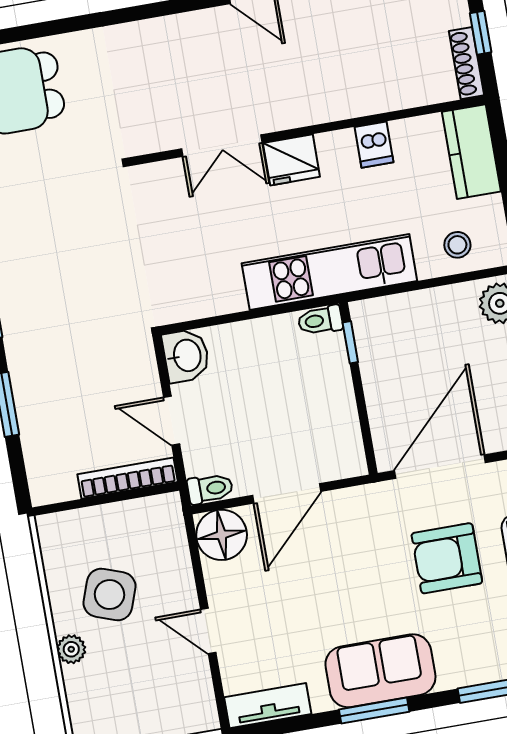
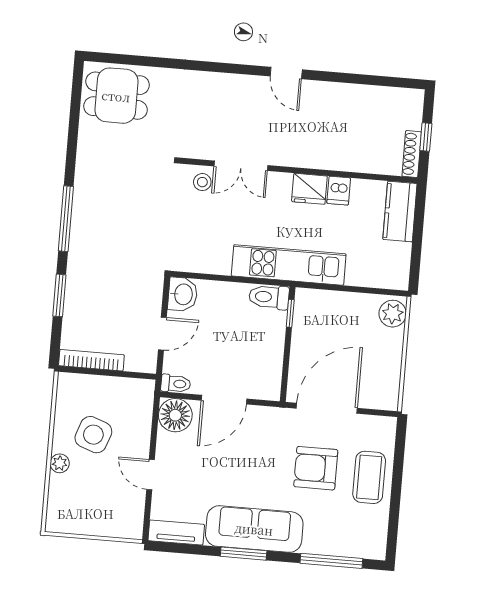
fridge: (291, 160) -> (309, 189), moved
stool: (457, 245) -> (202, 182), moved
toilet: (320, 320) -> (269, 297), width x1.37, depth x1.39
door: (172, 421) -> (162, 334), swing flipped
bookcase: (128, 478) -> (91, 360), moved
sofa: (380, 671) -> (254, 529), width x1.36

